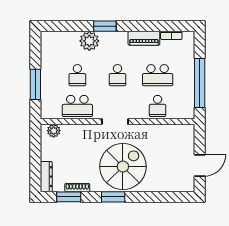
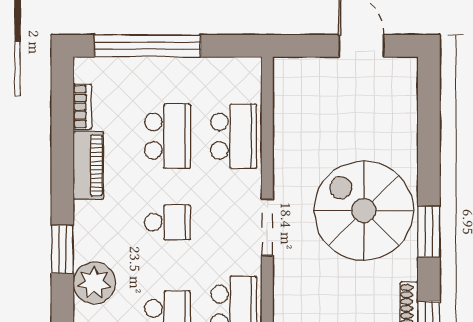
window: (200, 83) -> (147, 46), moved
school desk: (158, 106) -> (234, 136), width x1.85

